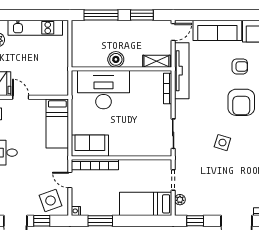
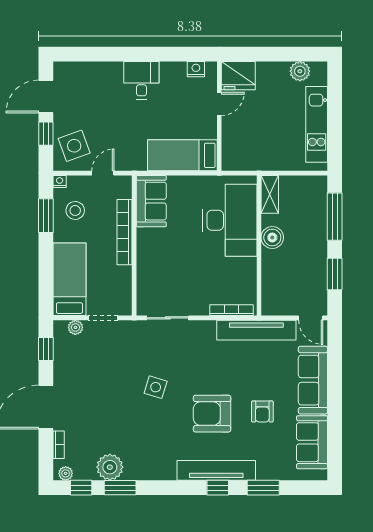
shelving: (156, 61) -> (270, 194), moved
bookcase: (95, 165) -> (125, 232), moved
stool: (97, 200) -> (75, 210), added

